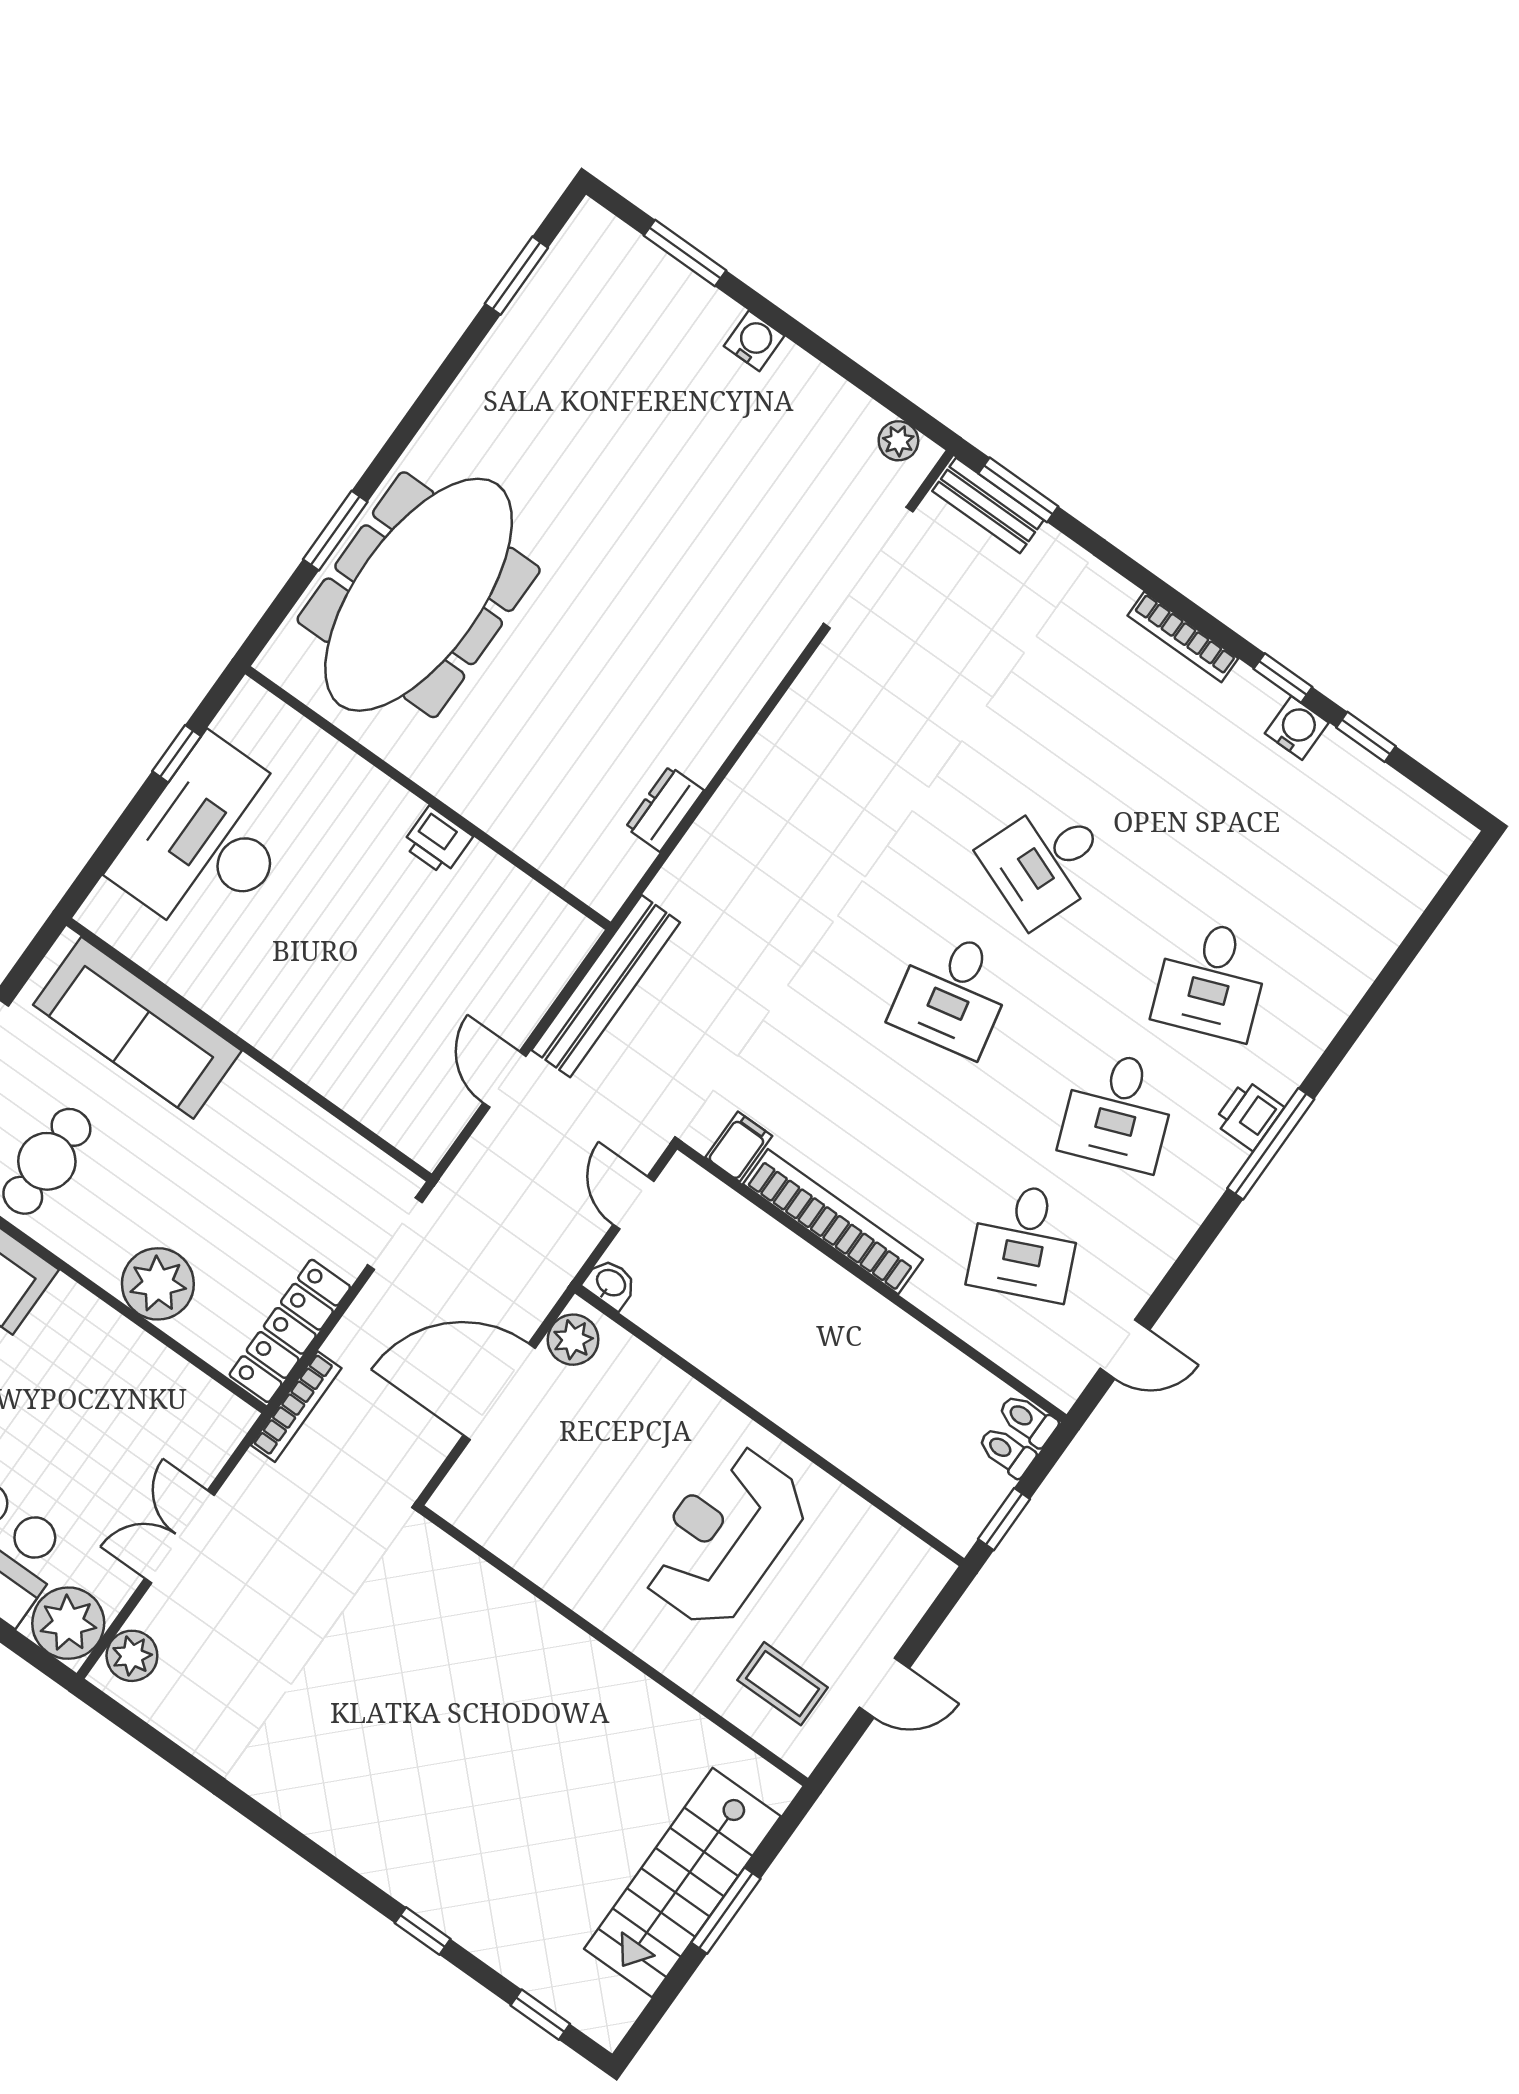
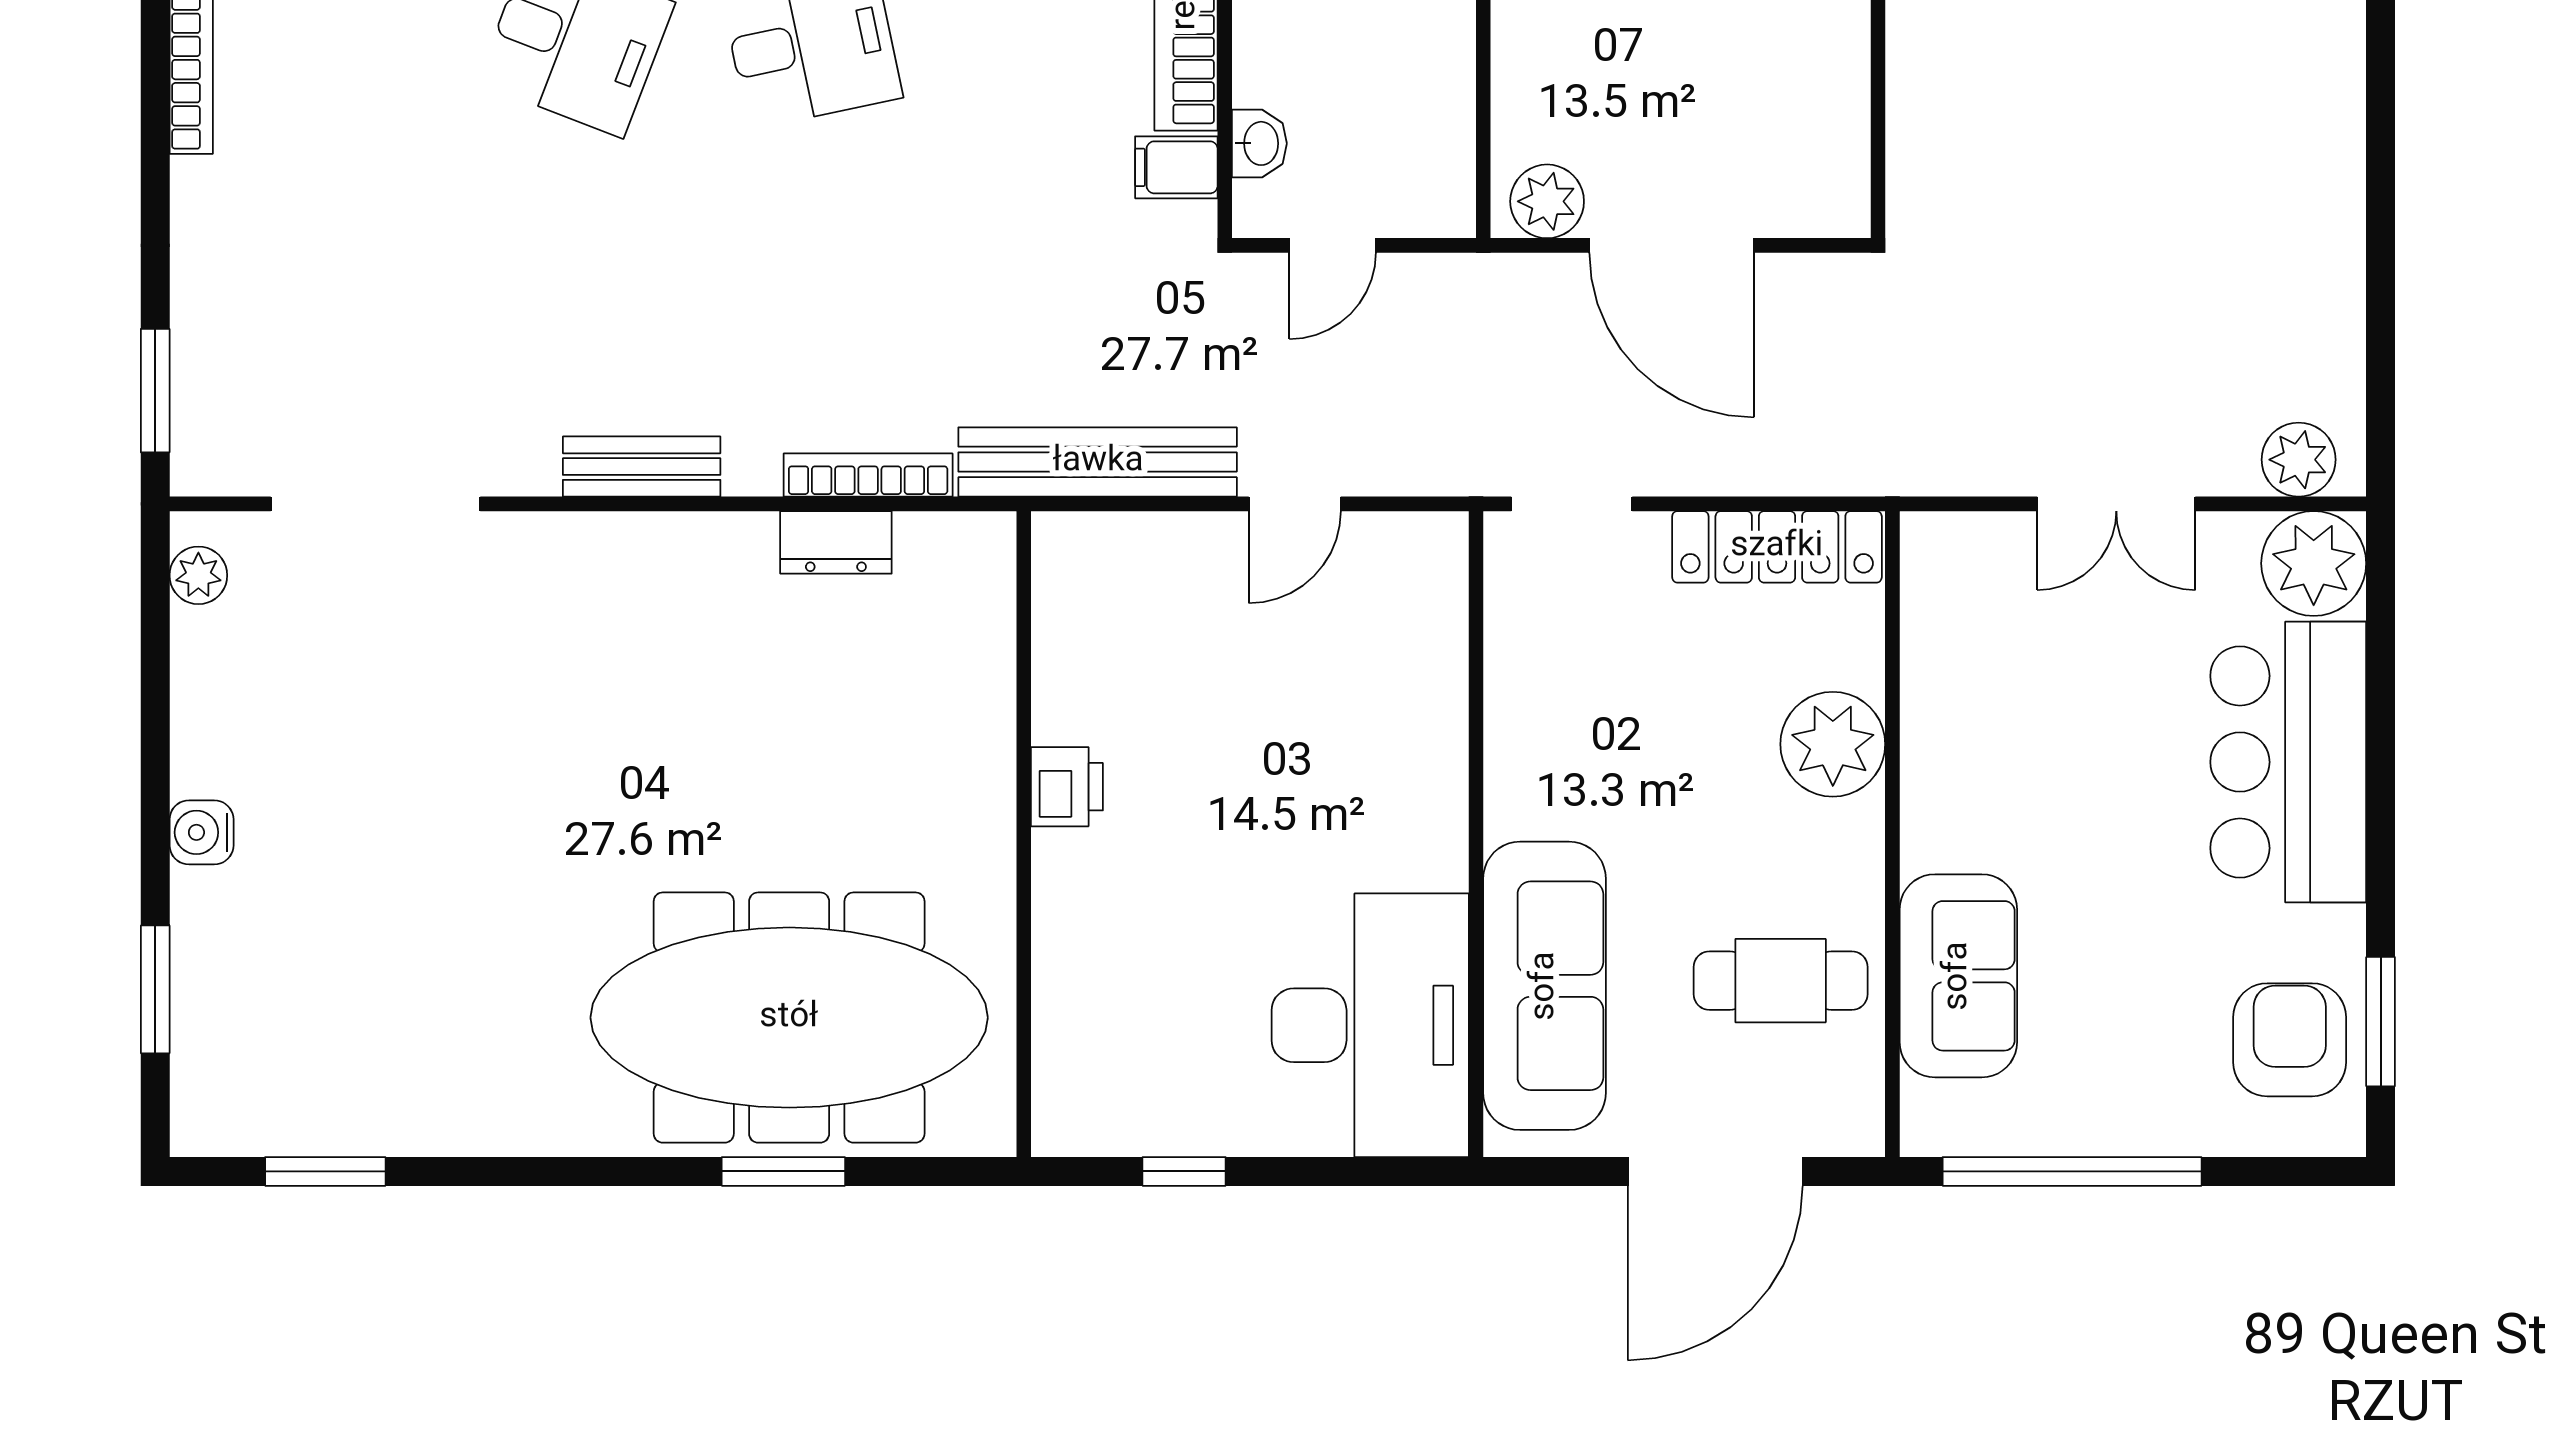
bench: (988, 506) -> (642, 467), moved, turned 90
desk: (210, 841) -> (1370, 1025), moved, turned -90
washbasin: (610, 1284) -> (1259, 143), moved, turned 180
bookcase: (296, 1407) -> (868, 475), moved

